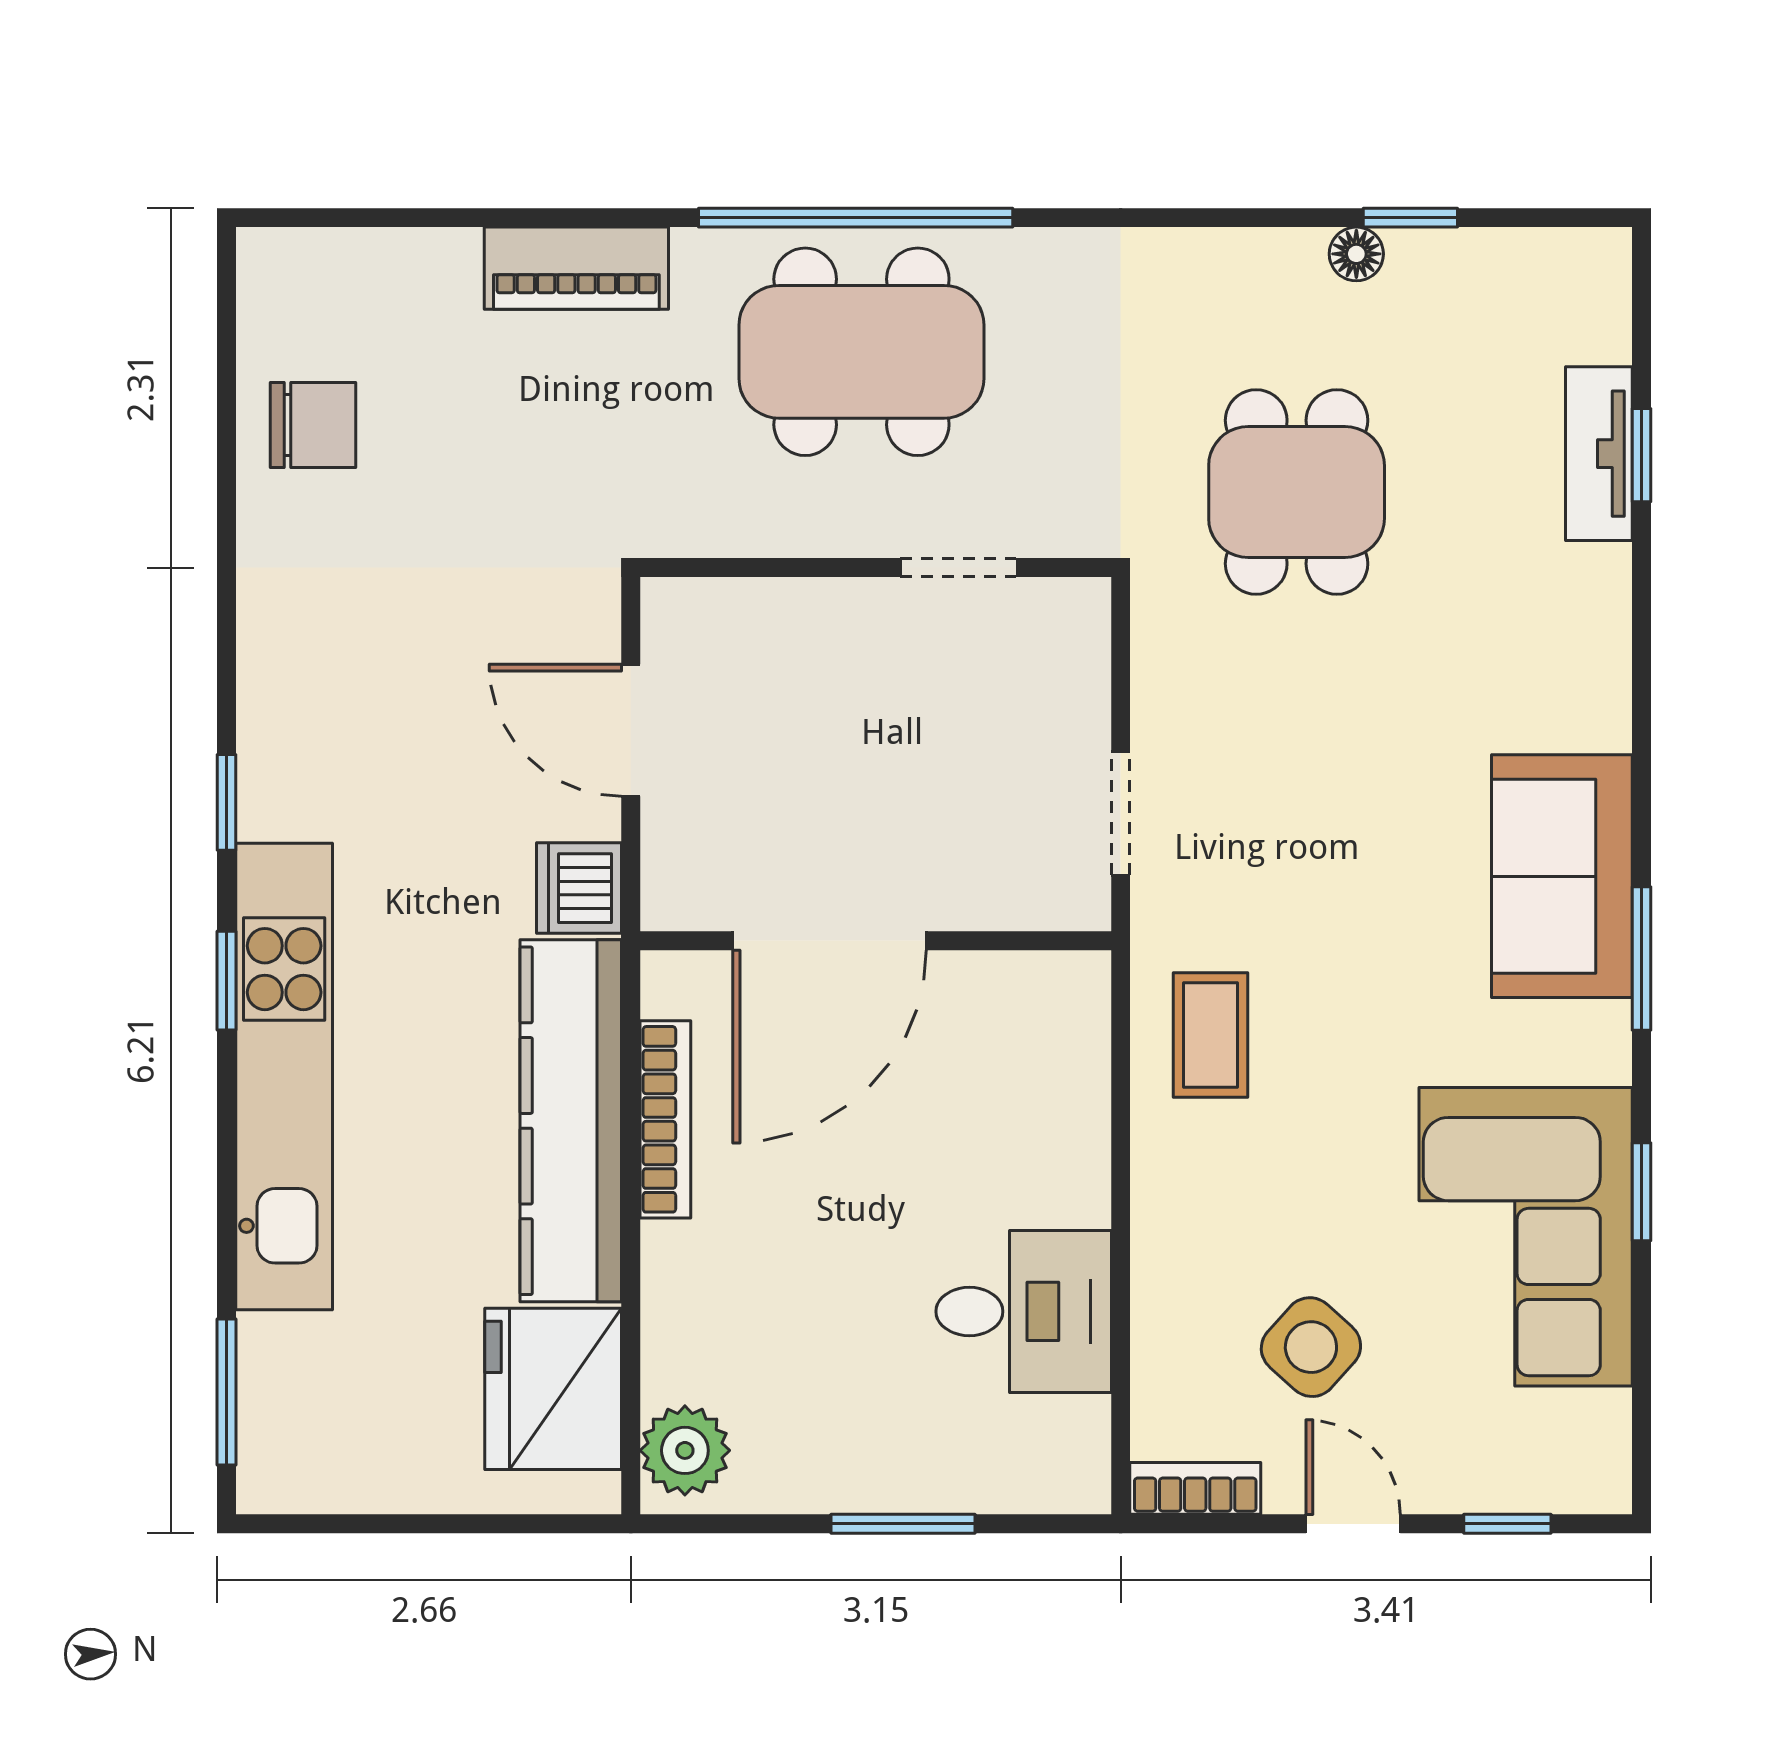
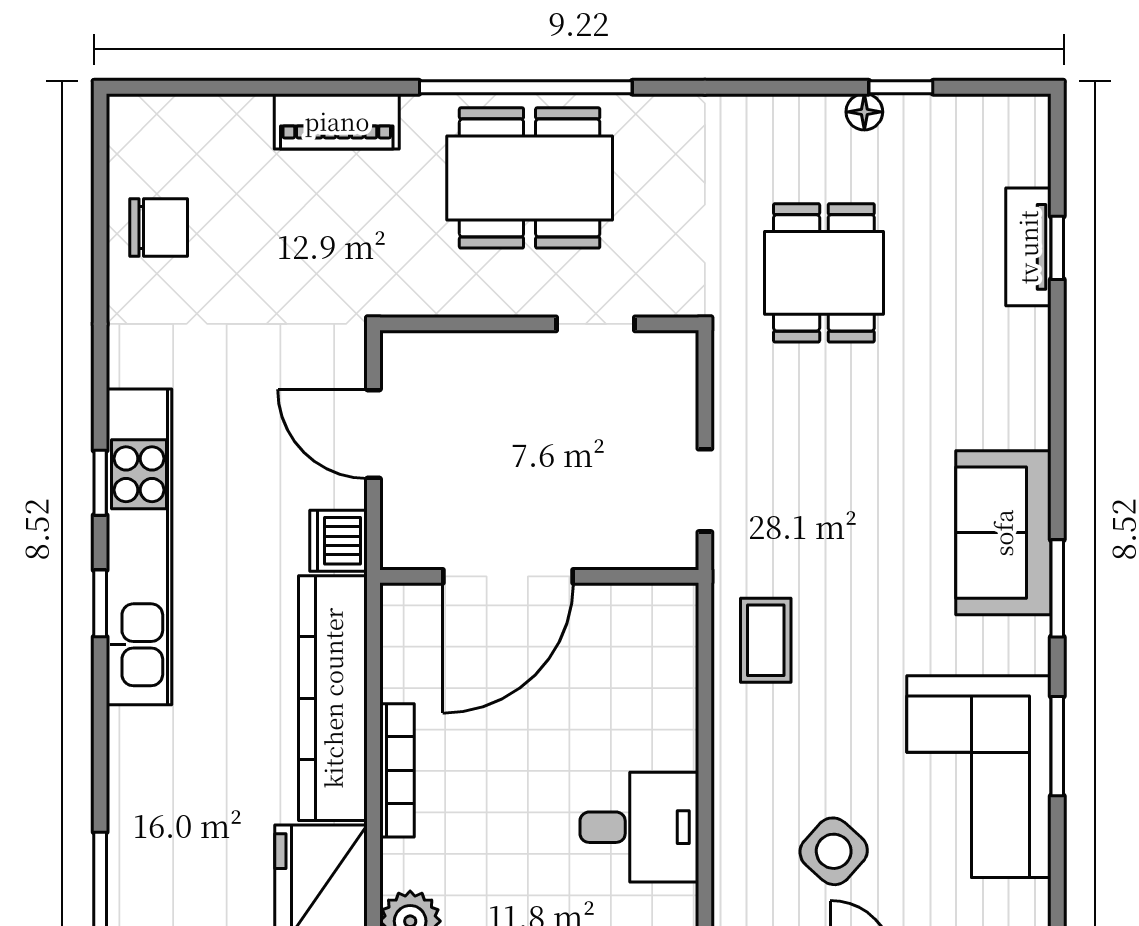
kitchen unit: (284, 1076) -> (139, 547), moved
bookcase: (665, 1119) -> (397, 770), moved
window: (1642, 1192) -> (1057, 746), width x1.50

